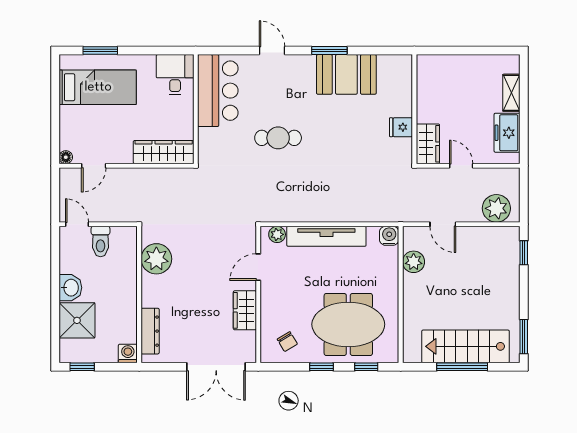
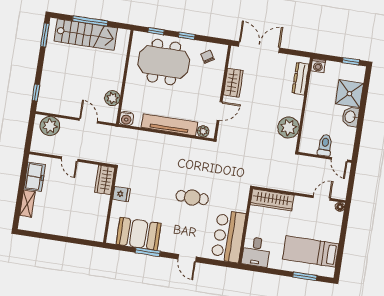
wall: (414, 109) -> (110, 205), moved
fridge: (401, 127) -> (121, 194), moved
wardrobe: (428, 144) -> (105, 180), moved

